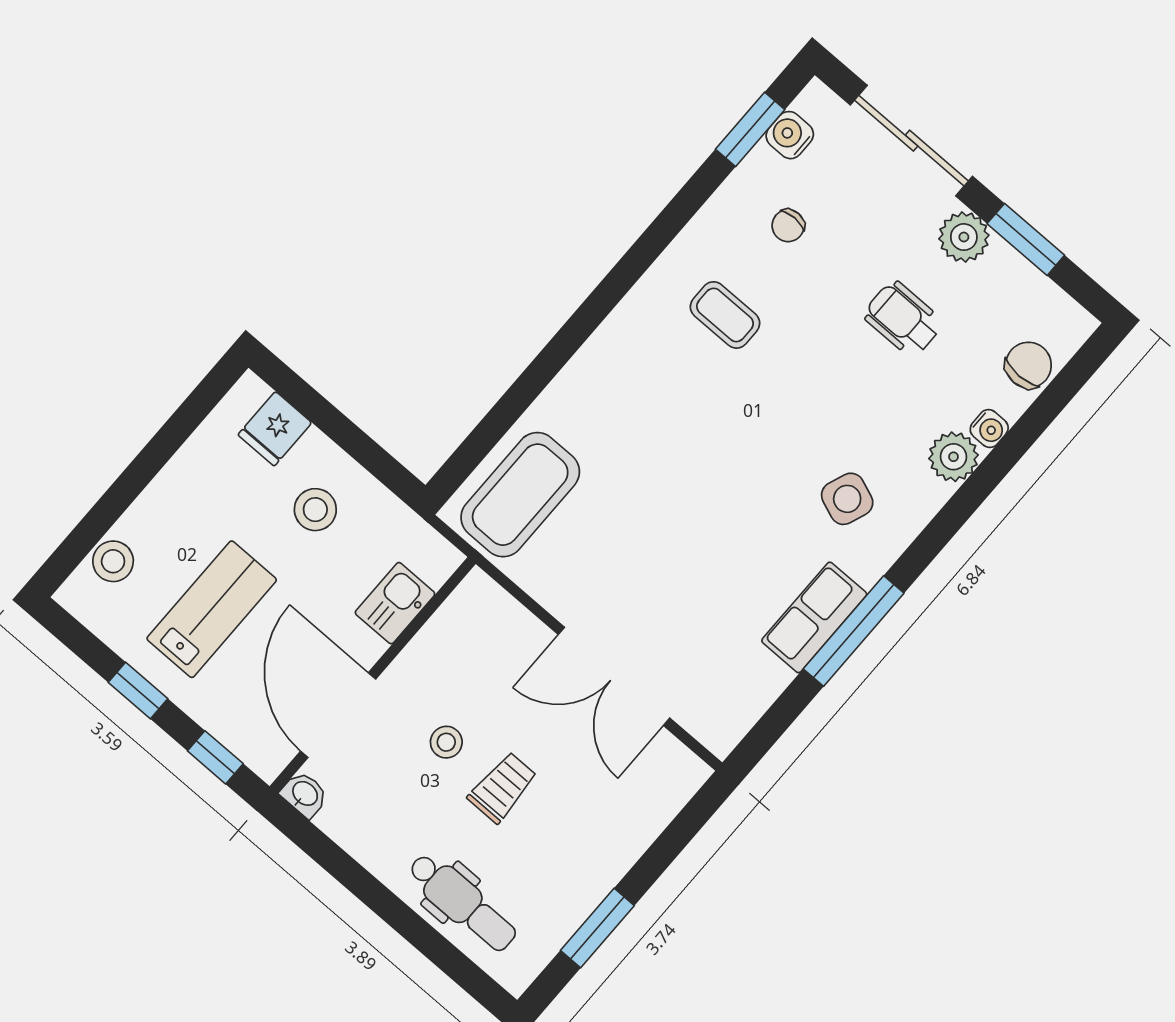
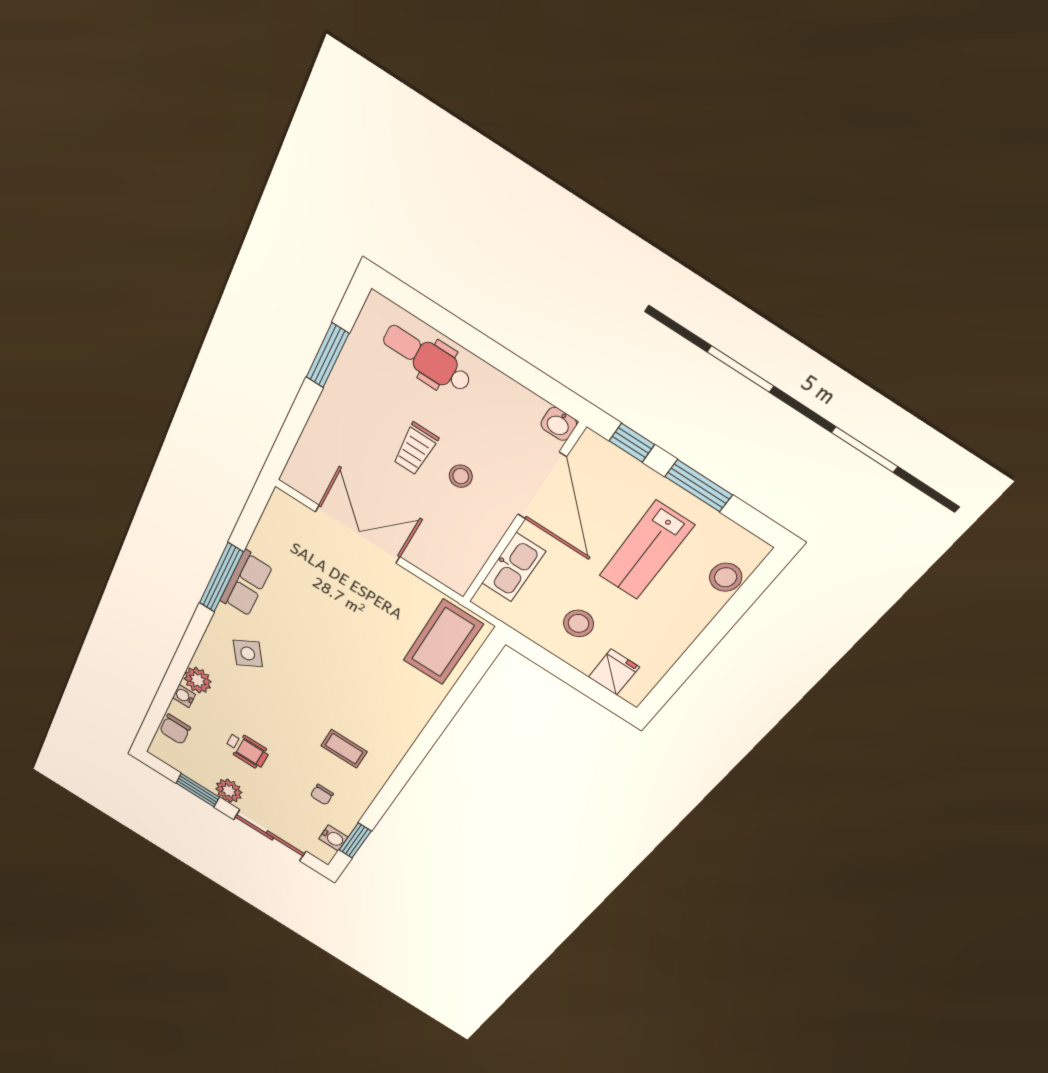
chair: (788, 226) -> (322, 795), turned 180
side table: (847, 499) -> (248, 653), turned 37
kitchen sink: (395, 603) -> (513, 567), width x1.38
window: (138, 691) -> (699, 486), width x1.50

